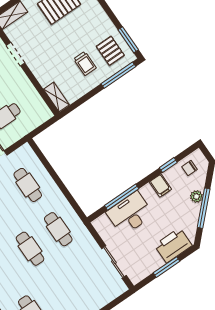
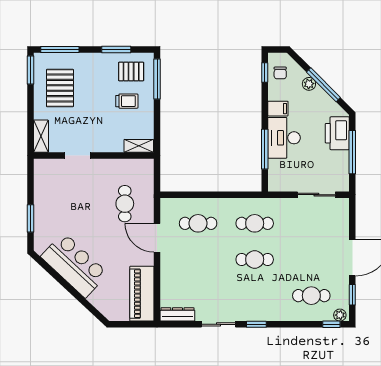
window: (128, 40) -> (116, 49), moved
window: (168, 165) -> (265, 72), moved
desk: (130, 214) -> (284, 138), moved
window: (166, 267) -> (352, 152), width x1.44

